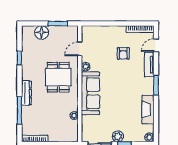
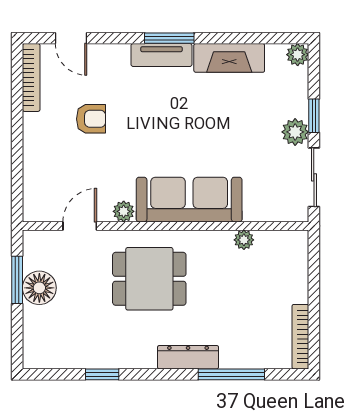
floor lamp: (41, 32) -> (39, 288), moved
door: (80, 49) -> (80, 226), swing flipped
tv unit: (149, 65) -> (161, 55), moved

